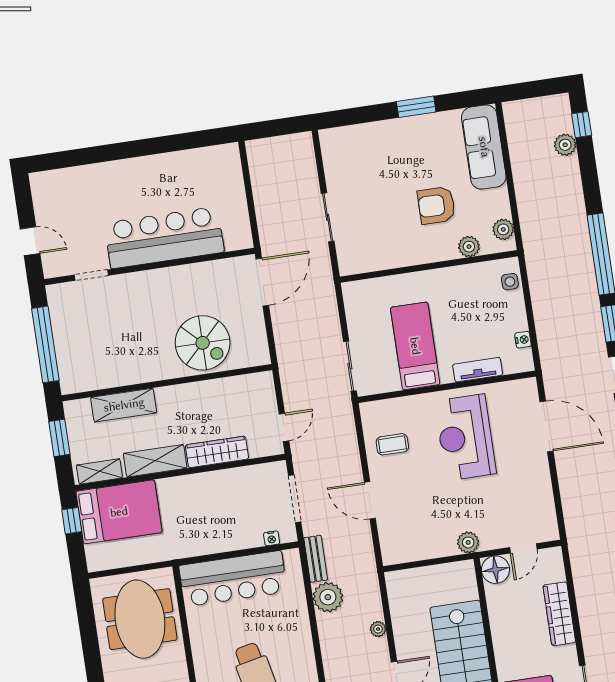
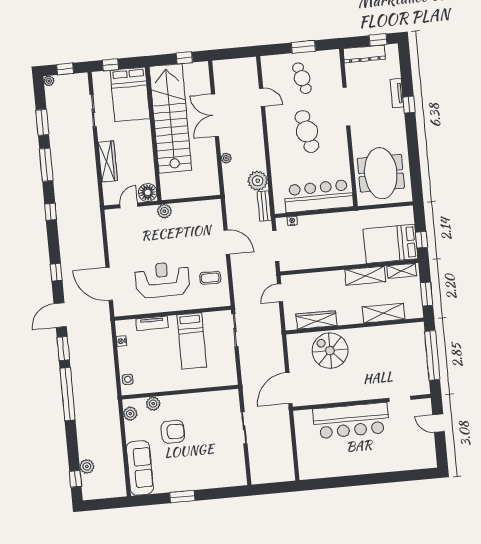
reception desk: (465, 437) -> (162, 280), turned -90
wardrobe: (217, 452) -> (316, 320), moved, turned 180

